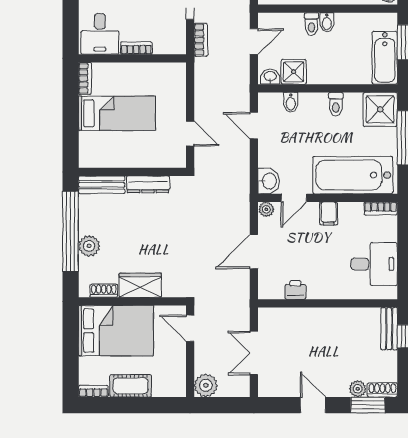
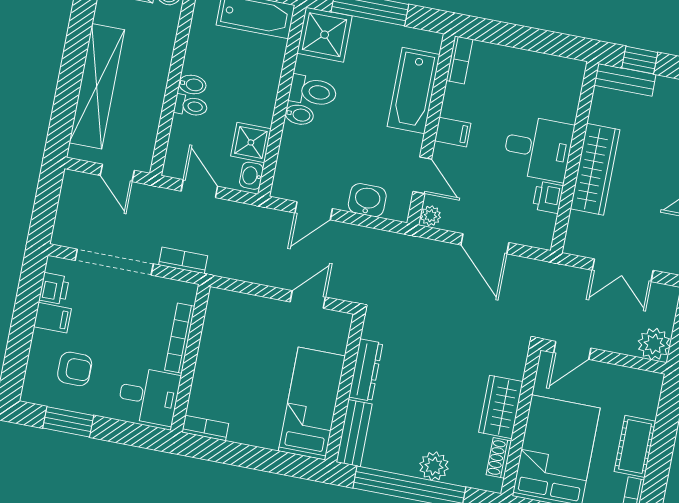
bookcase: (136, 48) -> (180, 338), width x1.56
bidet: (291, 102) -> (299, 115), moved
toilet: (336, 104) -> (313, 91), width x1.37, depth x1.39
bed: (117, 113) -> (312, 403), moved
bathtub: (353, 175) -> (414, 90), width x0.73, depth x0.73
washbasin: (269, 181) -> (367, 200), moved
desk: (374, 264) -> (538, 148), moved, turned 90
wardrobe: (322, 320) -> (595, 169), added

